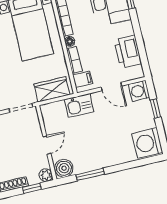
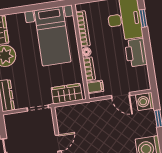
printer: (128, 52) -> (136, 53), moved
kitchen sink: (79, 105) -> (90, 110), removed

